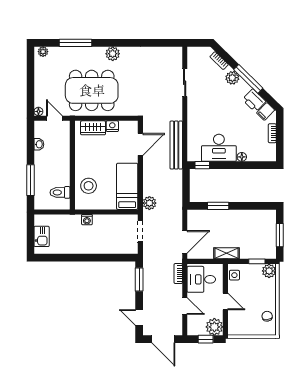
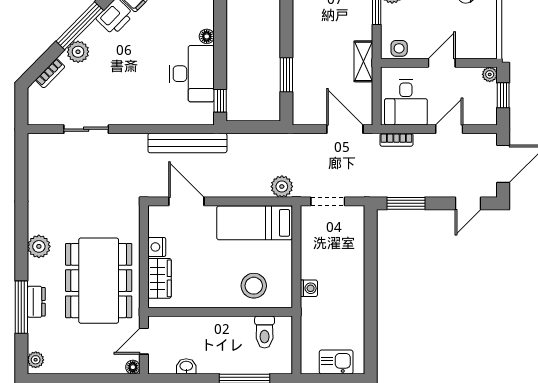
dresser: (79, 52) -> (36, 302), added
plant: (214, 327) -> (490, 74), width x0.53, depth x0.53

